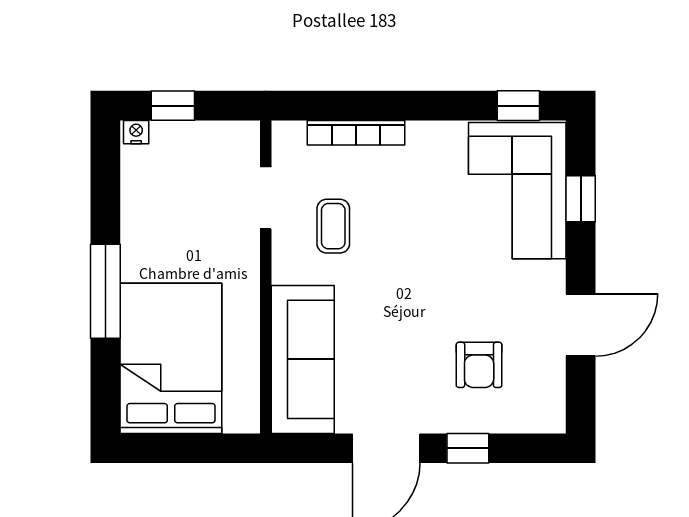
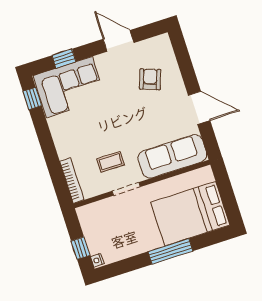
bookcase: (356, 133) -> (72, 181), moved
doorway: (266, 198) -> (126, 189), moved
armchair: (479, 365) -> (150, 79), turned -70
window: (468, 448) -> (188, 72), removed

